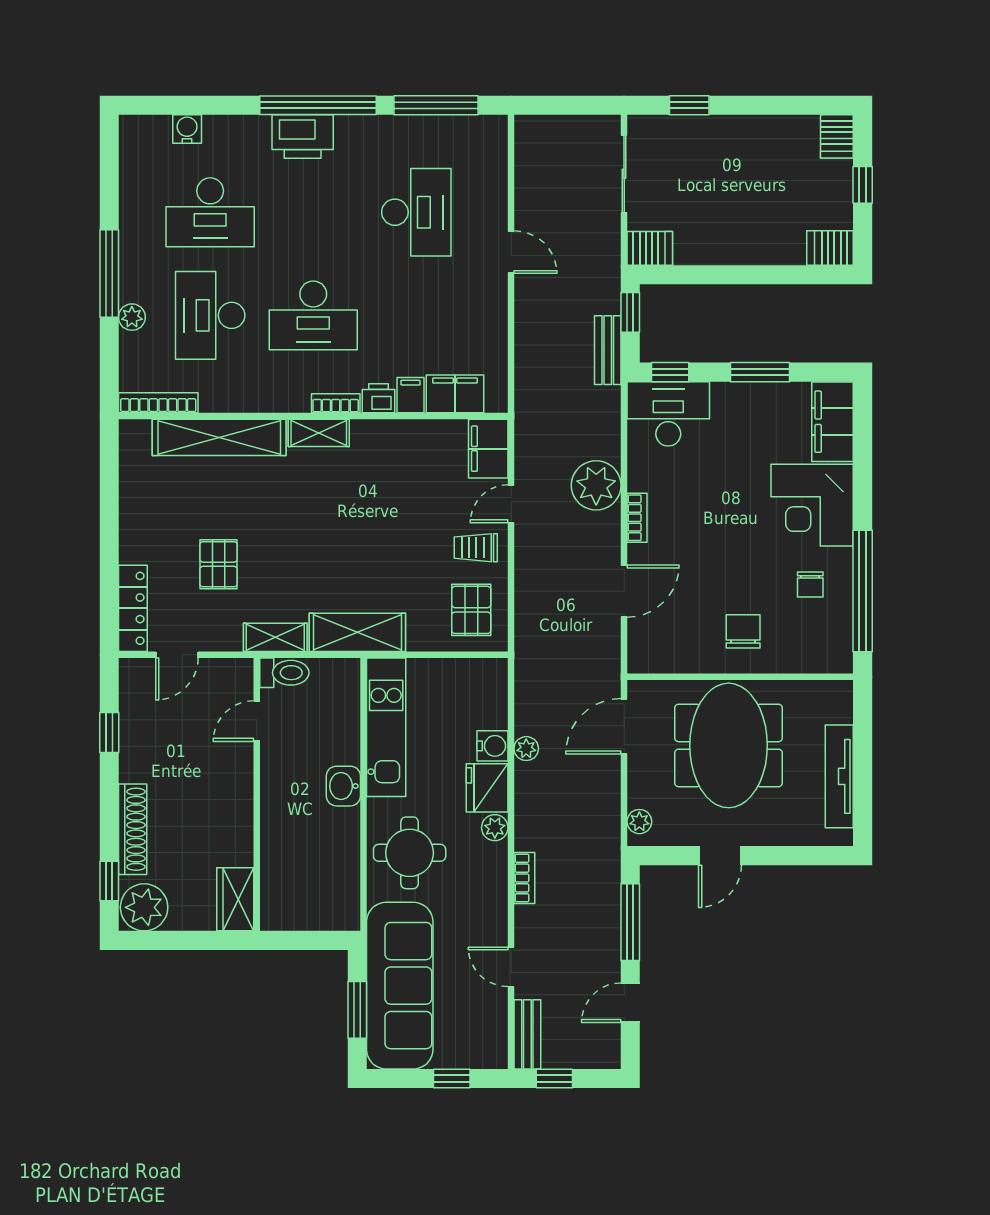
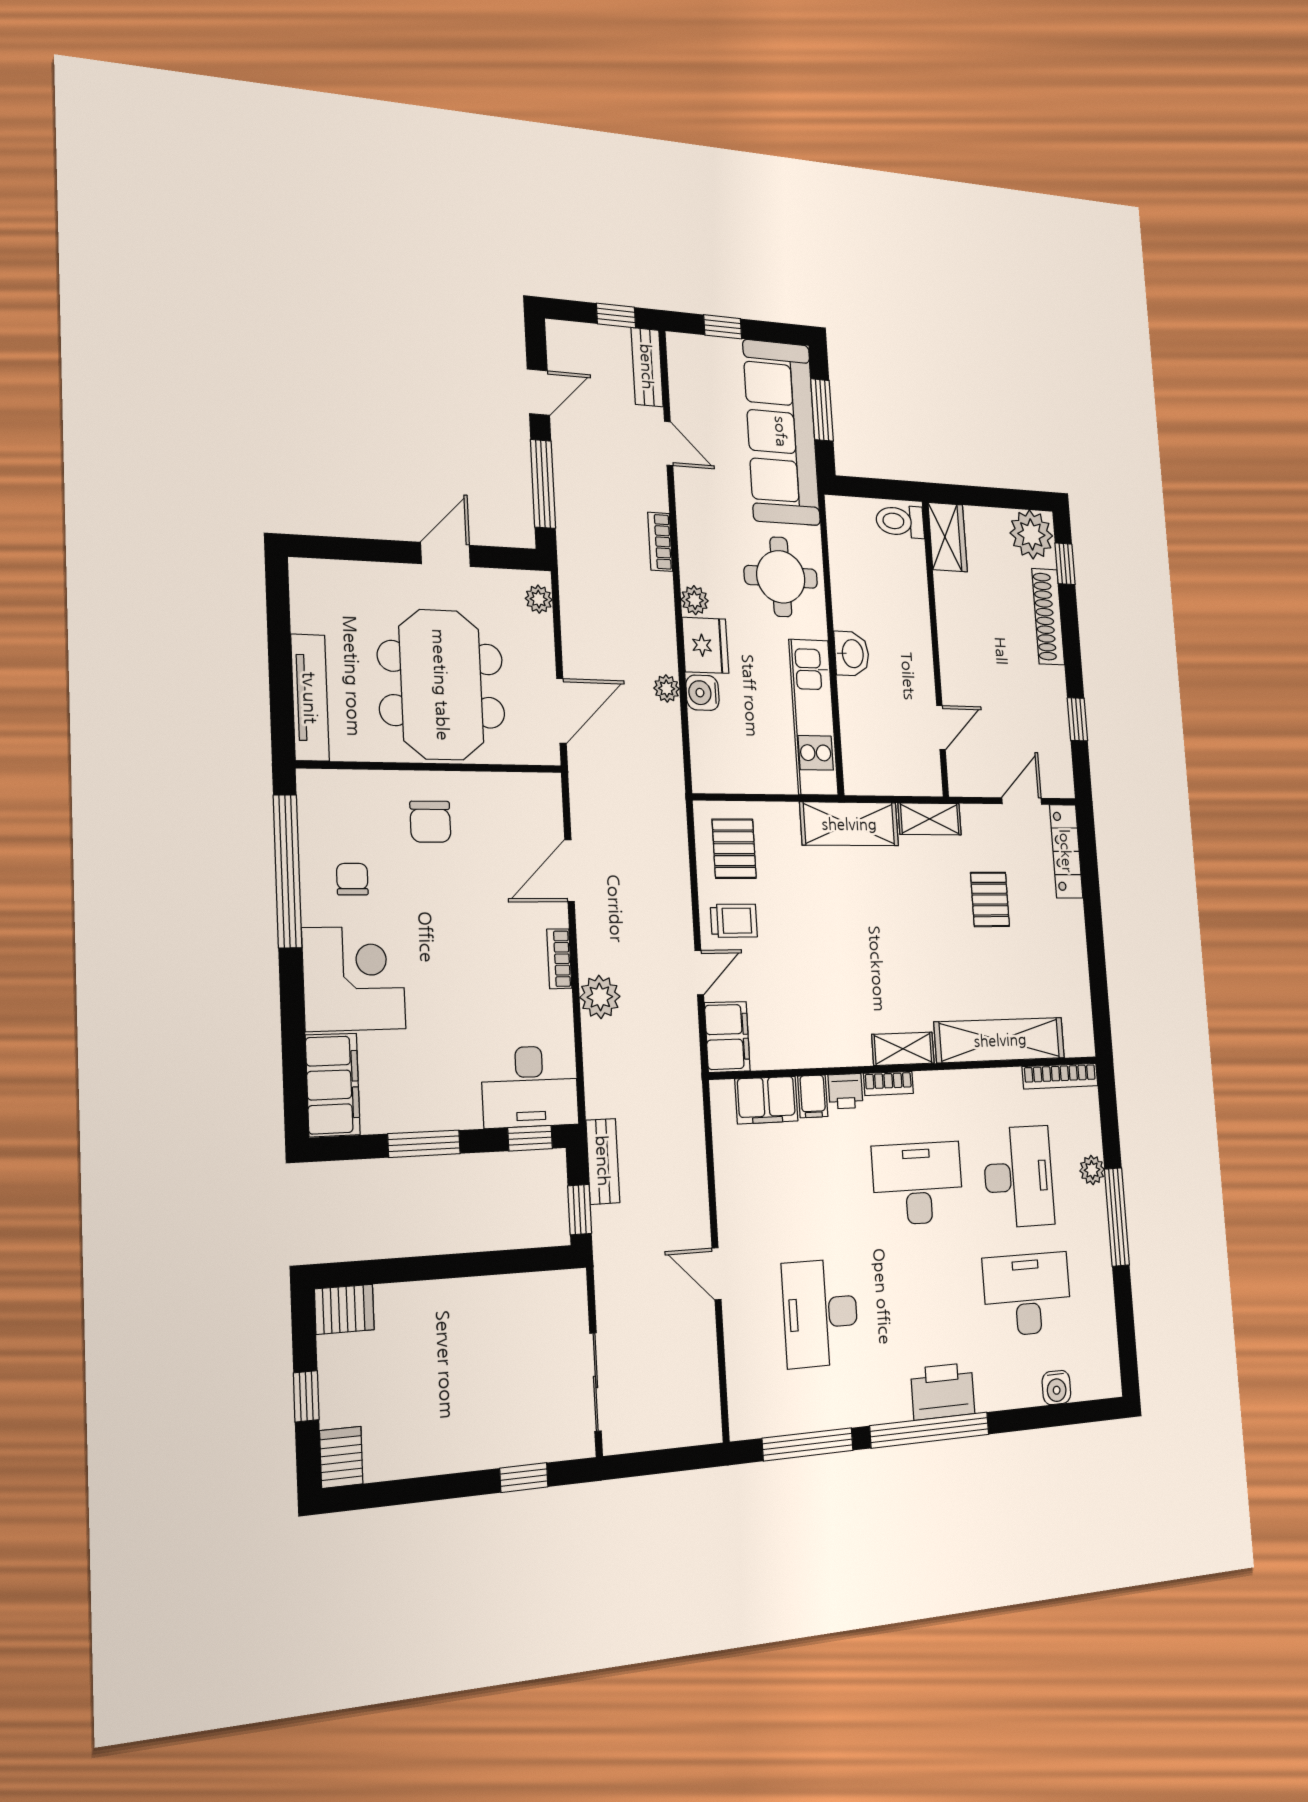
server rack: (650, 248) -> (561, 1291), removed
plant: (596, 485) -> (600, 997), width x0.73, depth x0.73
toilet: (284, 673) -> (900, 521), moved
tv unit: (839, 776) -> (310, 698), moved

